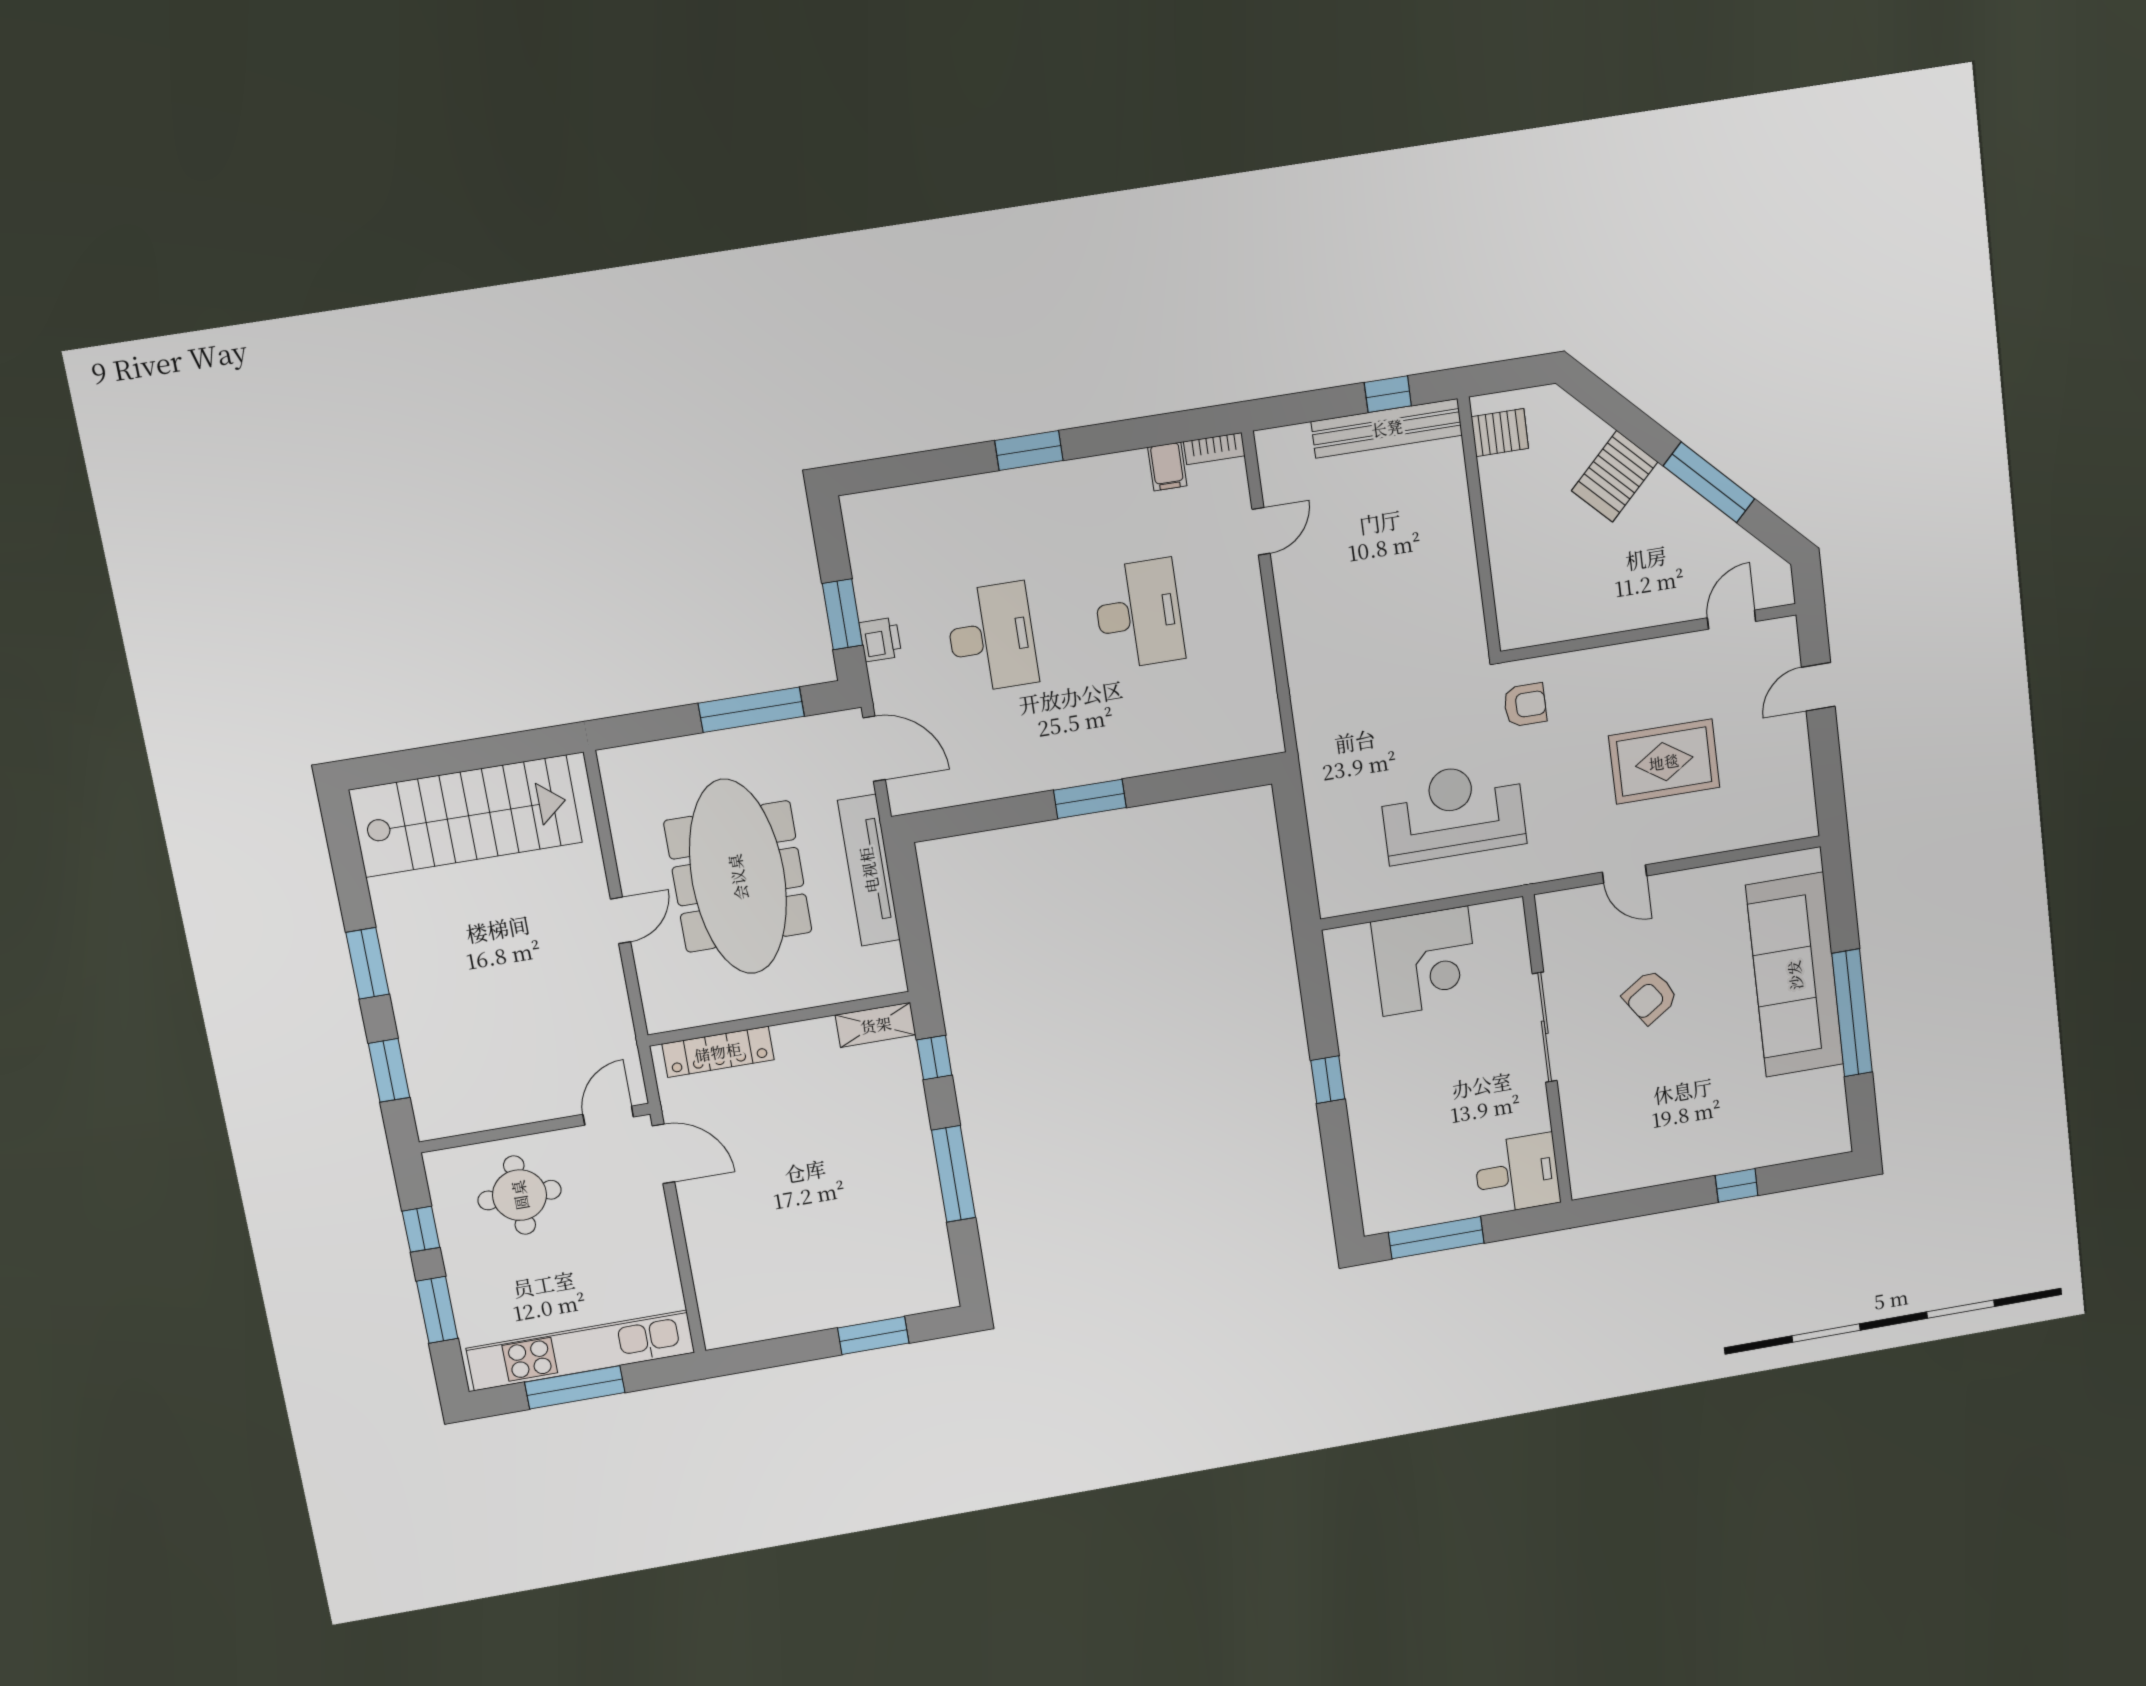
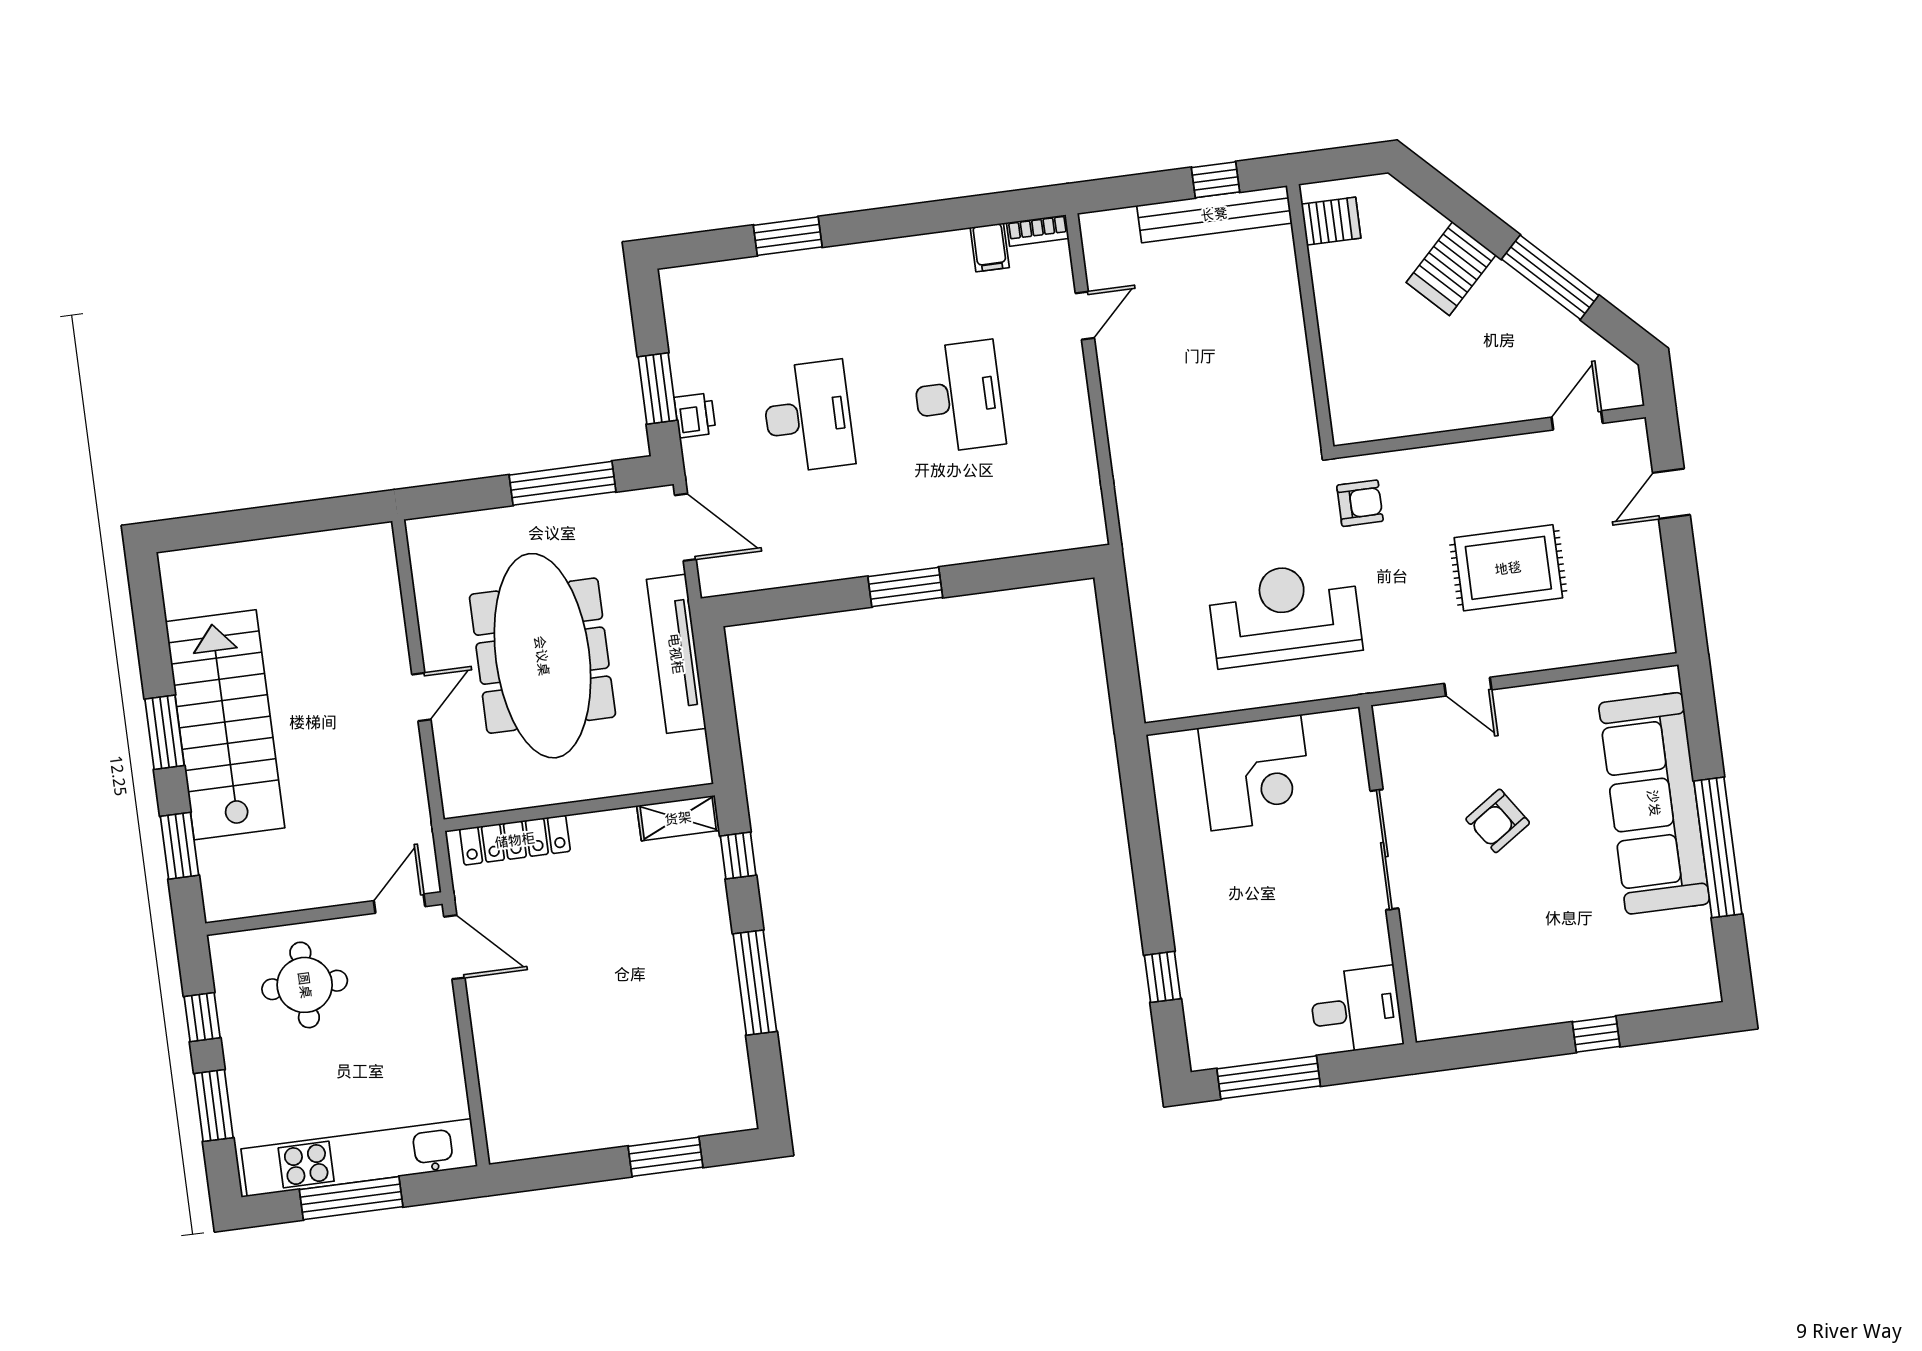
window: (1029, 450) -> (788, 236), moved
stairs: (466, 816) -> (225, 725), moved, turned -90
window: (1328, 1080) -> (1162, 977), moved

